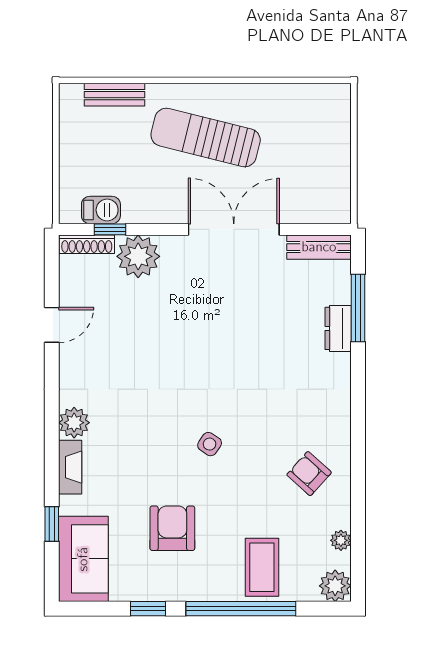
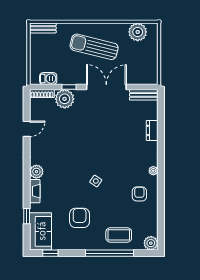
bench: (114, 95) -> (43, 28), moved
plant: (305, 104) -> (138, 32), added
window: (110, 229) -> (69, 87), moved
window: (358, 308) -> (161, 121), removed
armchair: (309, 474) -> (139, 194), turned 48
plant: (341, 540) -> (153, 171), moved
coffee table: (262, 567) -> (119, 235), turned 90
window: (148, 609) -> (50, 253), moved

